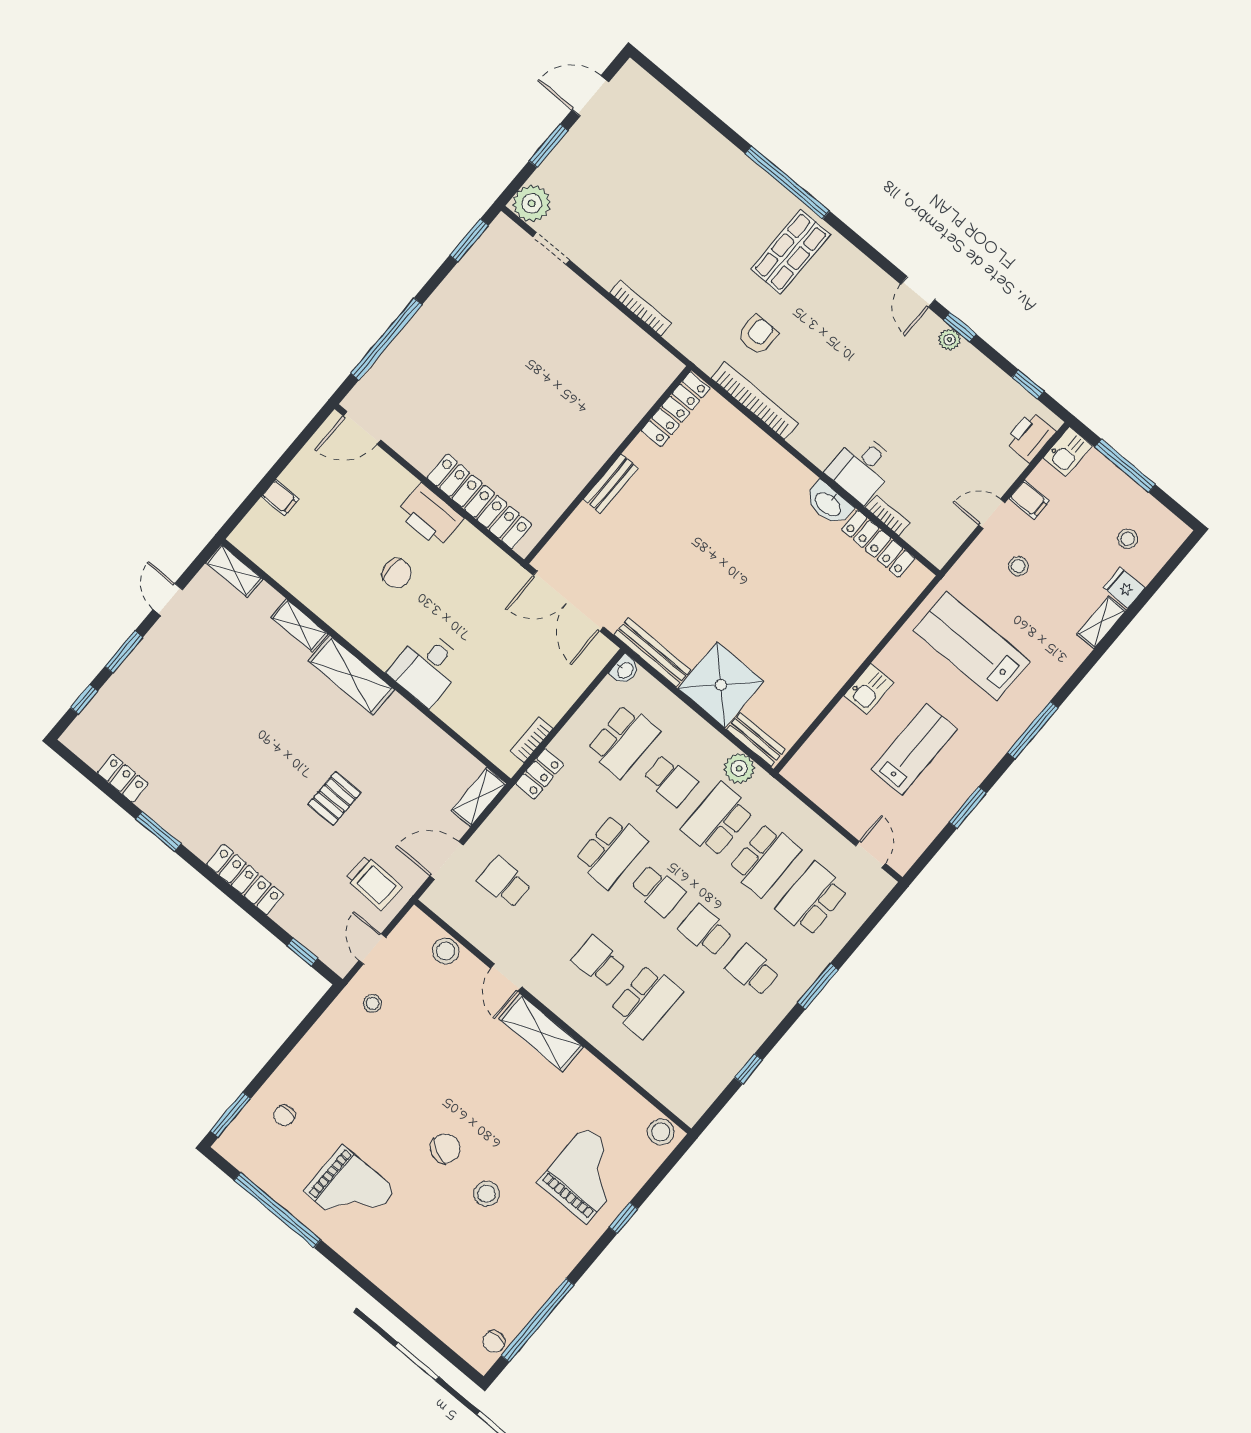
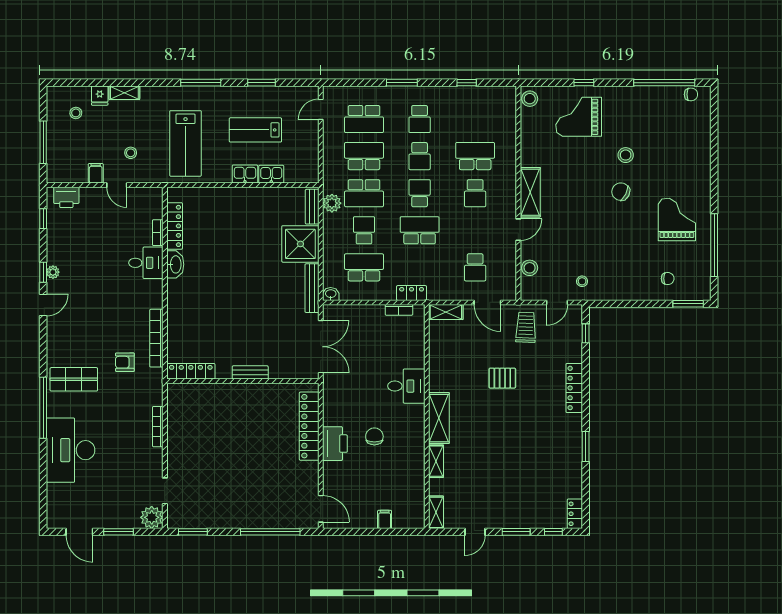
desk: (704, 172) -> (71, 450), added
kitchen sink: (1068, 452) -> (271, 174), moved
locker: (123, 778) -> (575, 514), moved

